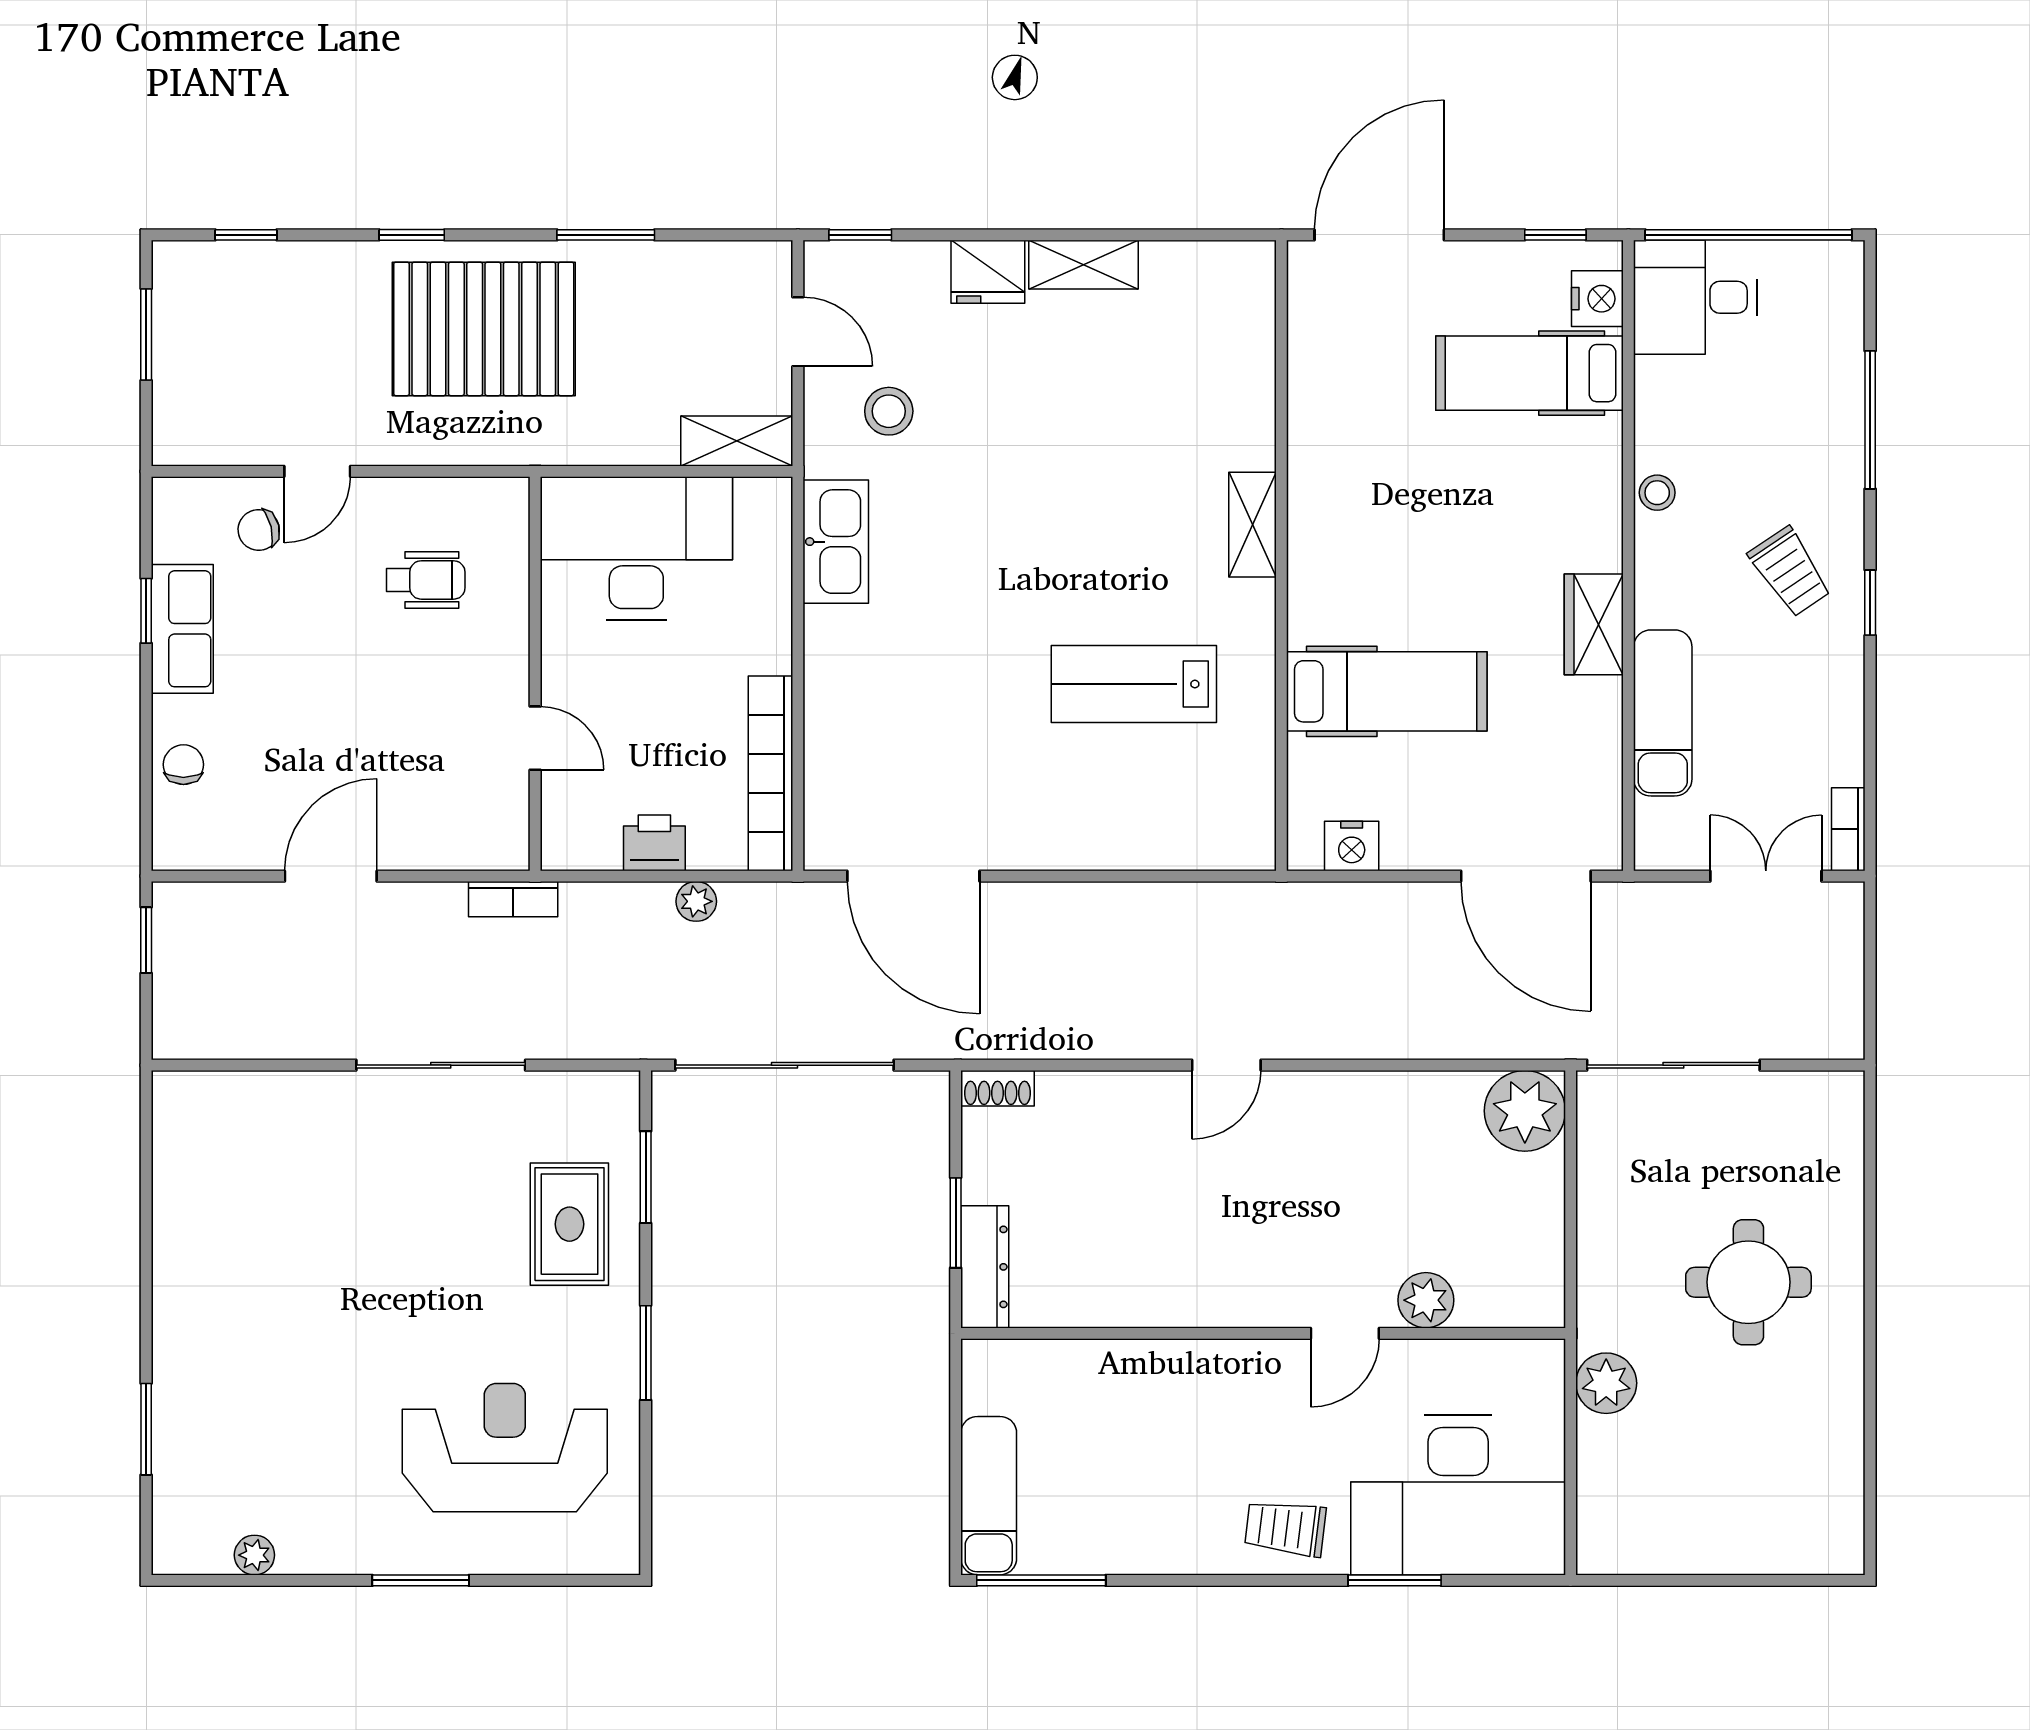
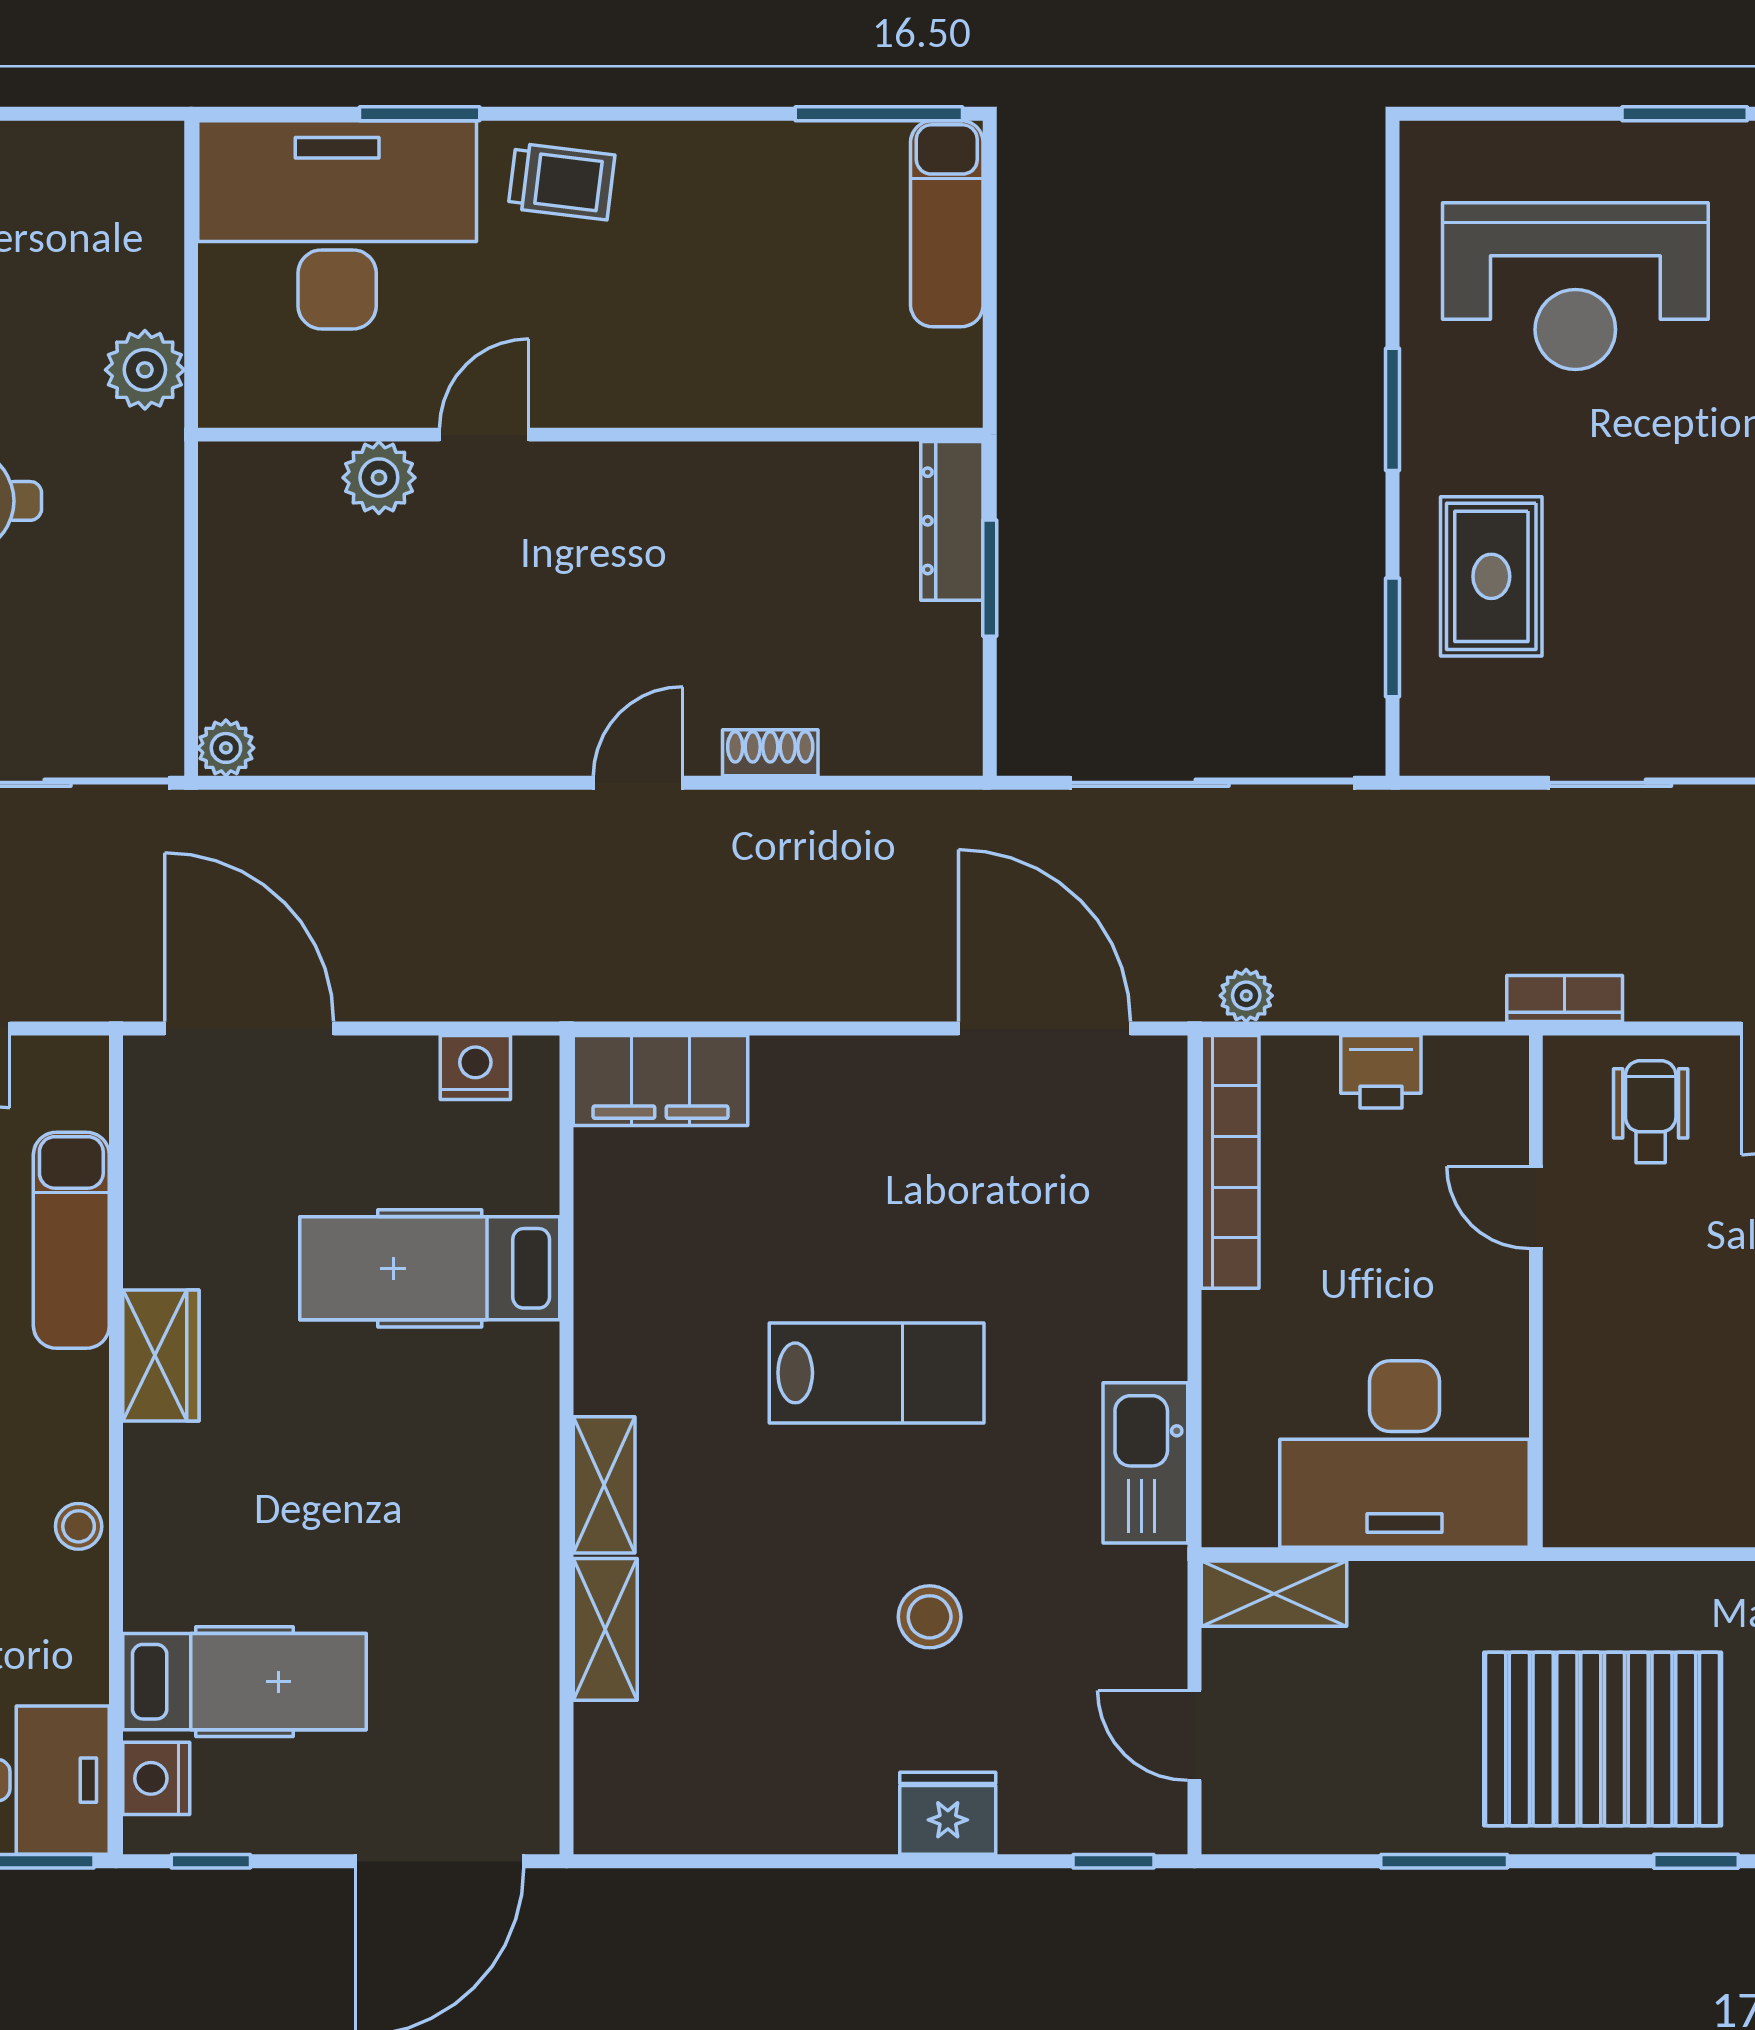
shelving: (1084, 265) -> (605, 1629), moved, turned 90
stool: (889, 411) -> (930, 1617), moved
wheelchair: (426, 580) -> (1651, 1112), moved, turned 90
lab bench: (1134, 684) -> (877, 1373), moved
filing cabinet: (1209, 836) -> (661, 1081), added
plant: (696, 901) -> (1246, 996), moved
shoe rack: (998, 1088) -> (770, 753), moved
plant: (1525, 1111) -> (226, 748), width x0.53, depth x0.53

